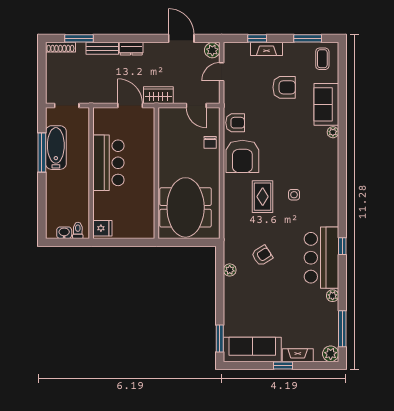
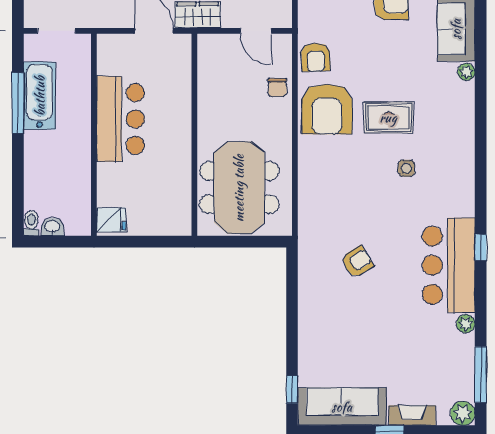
armchair: (235, 123) -> (316, 57), turned 88
rug: (263, 197) -> (388, 118), moved, turned 90
toilet: (78, 230) -> (31, 223), moved
plant: (230, 270) -> (307, 284), removed
window: (220, 338) -> (292, 390), width x0.67

